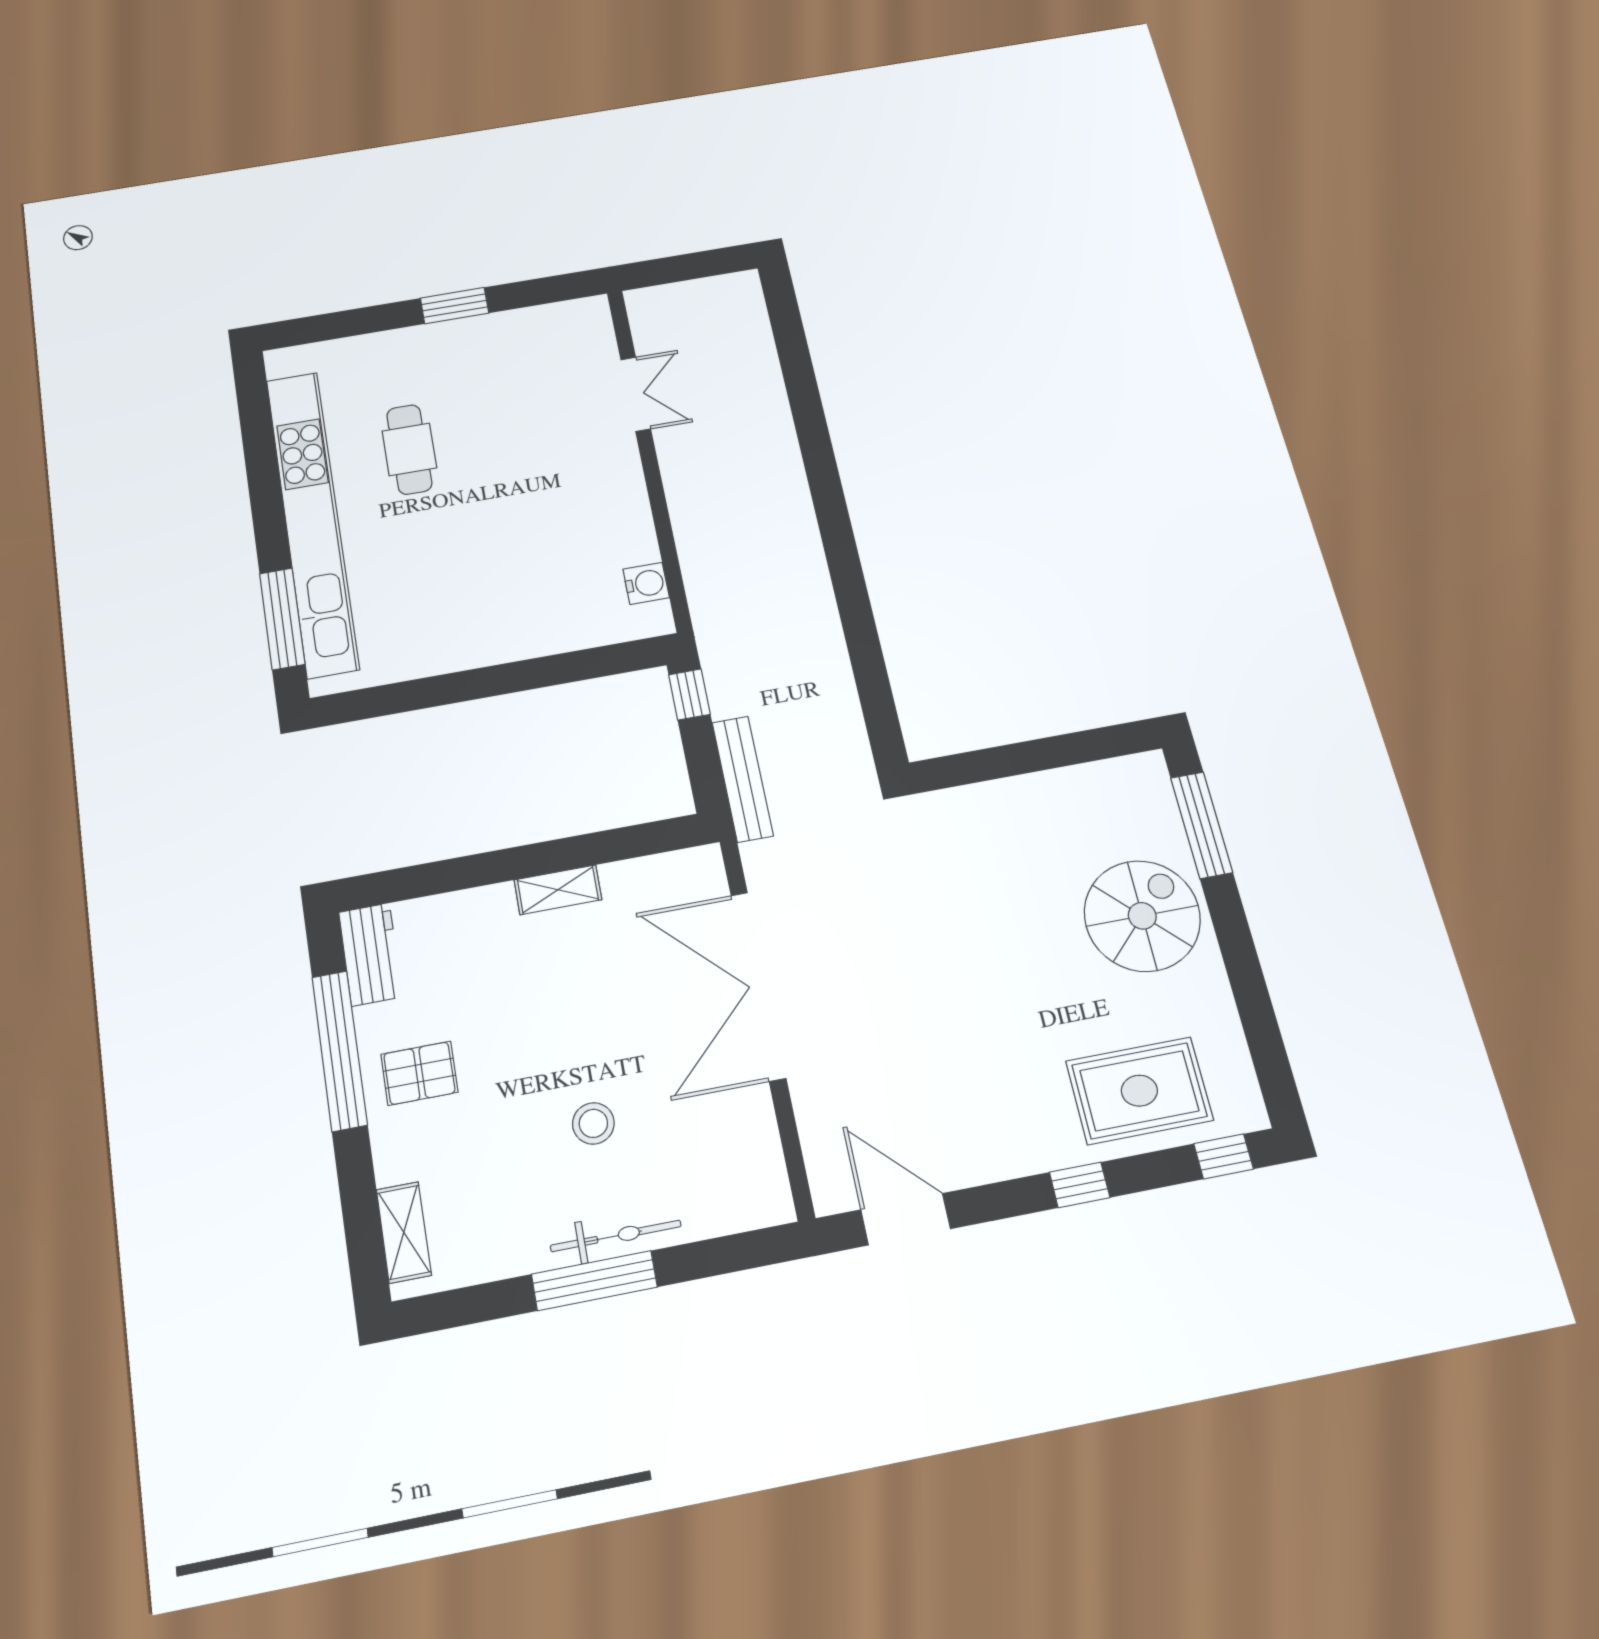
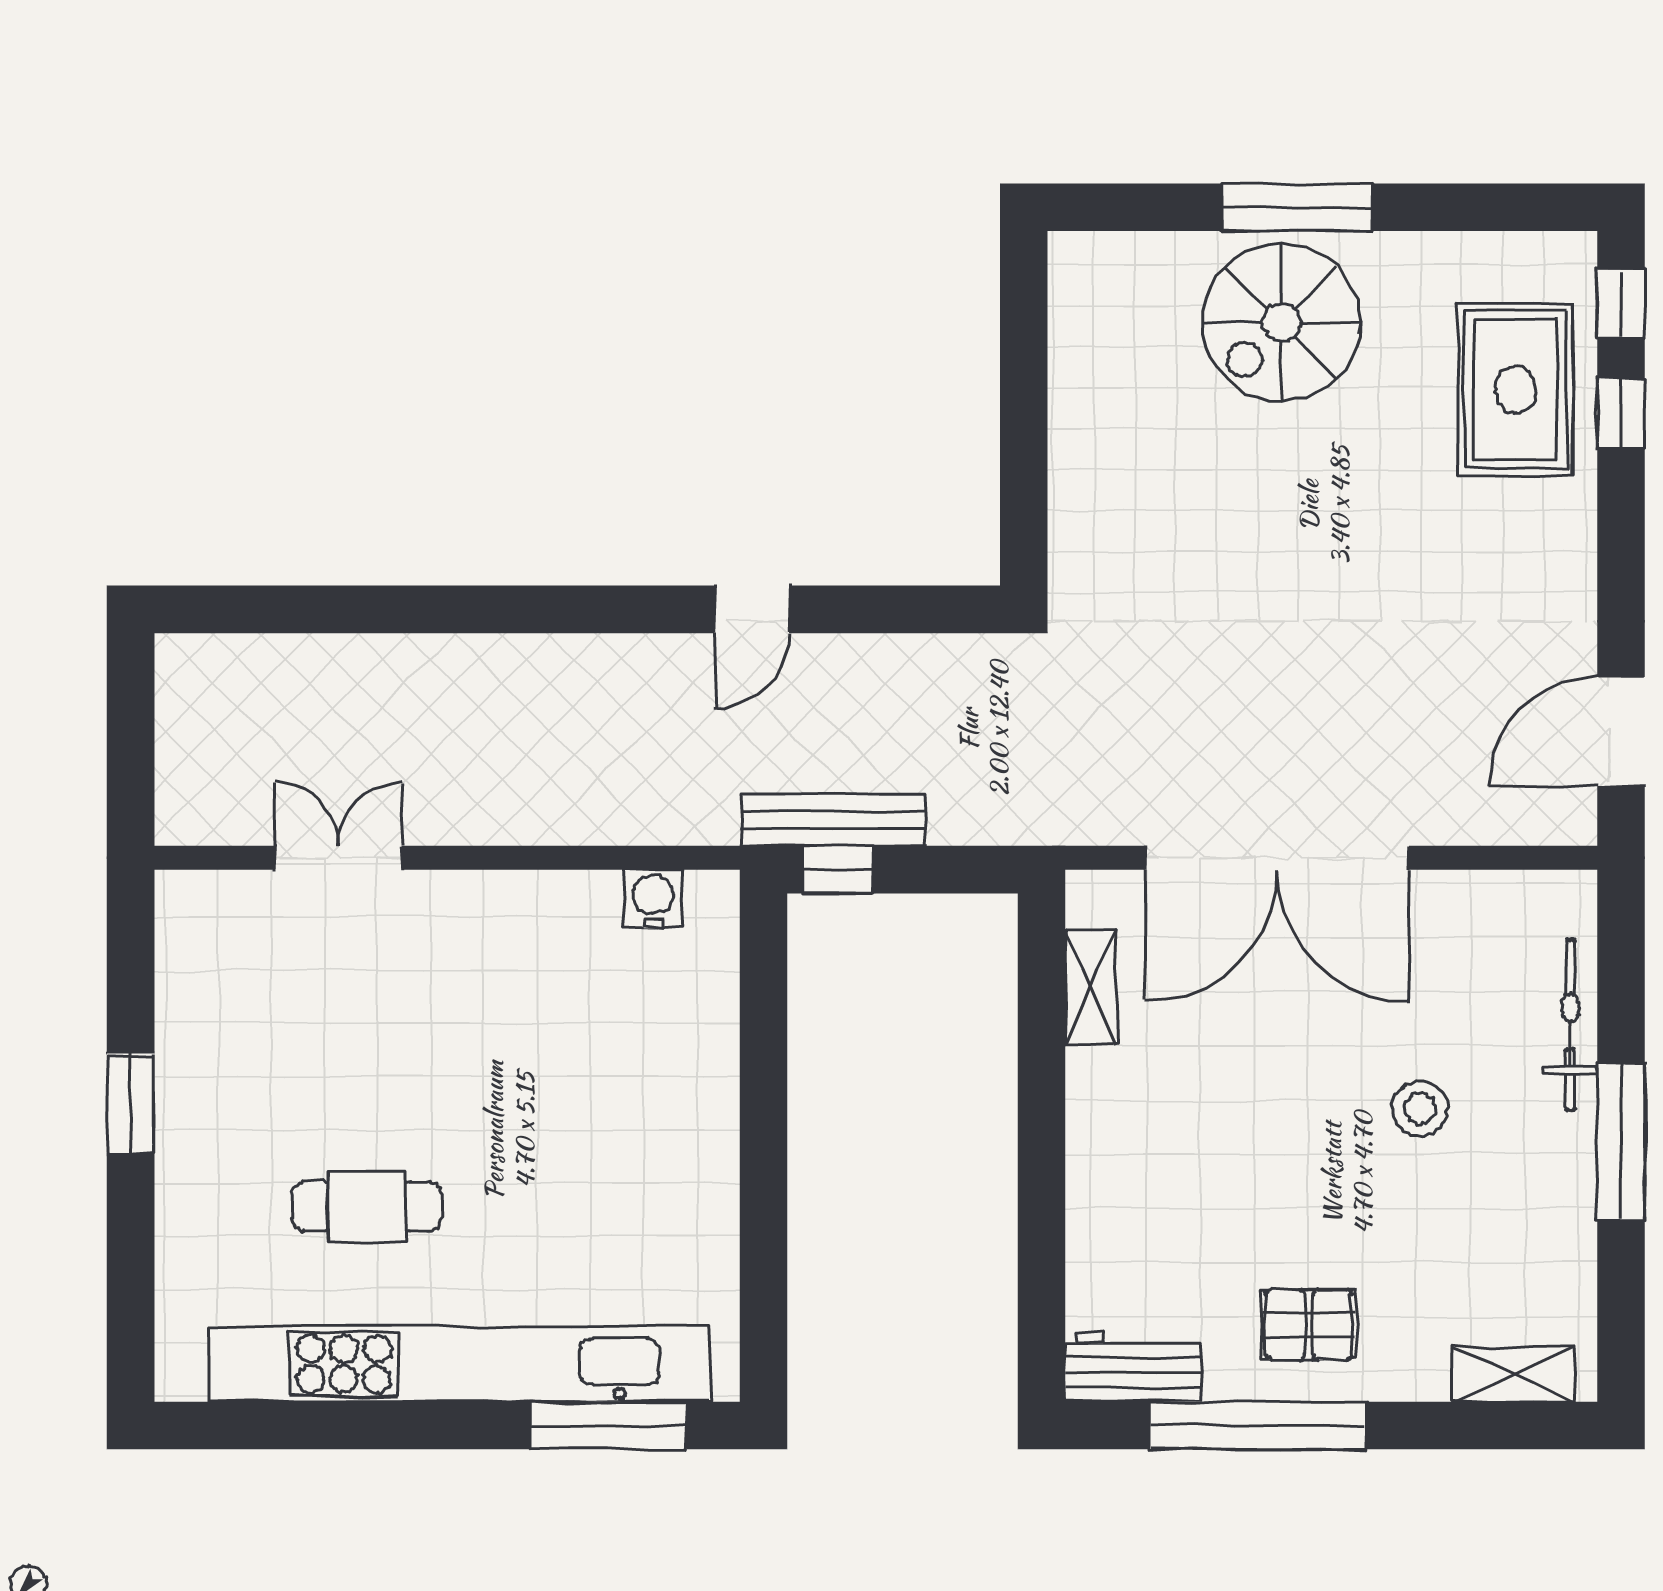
door: (855, 609) -> (752, 609), added
bench: (743, 779) -> (833, 820), moved
window: (1202, 825) -> (1297, 207), moved
shelving: (558, 890) -> (1091, 987), moved
spiral stairs: (1142, 916) -> (1281, 322), turned -90
pallet: (419, 1073) -> (1309, 1325), turned 90
window: (1080, 1185) -> (1621, 413), moved
bicycle: (616, 1236) -> (1570, 1025), moved

